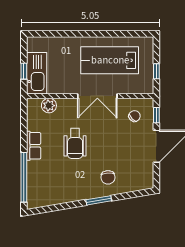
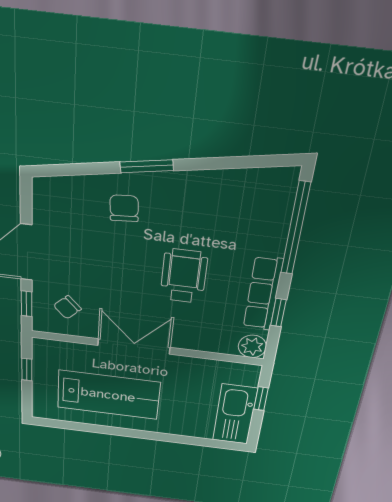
kitchen sink: (37, 73) -> (235, 414), moved
plant: (49, 106) -> (252, 346), moved
window: (24, 129) -> (278, 313), added
row of seats: (34, 146) -> (263, 294), width x1.48

